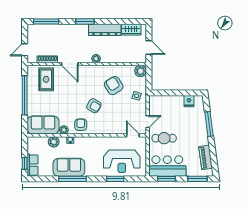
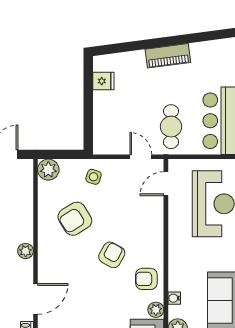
window: (209, 124) -> (145, 44), removed
piano: (206, 157) -> (168, 56), moved

